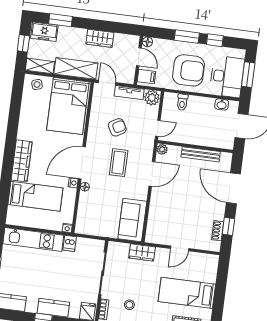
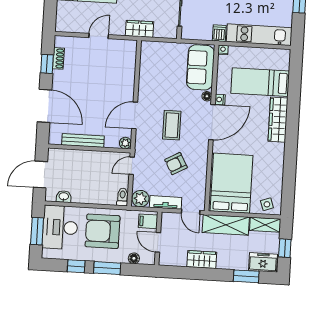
floor lamp: (147, 42) -> (134, 258), moved
toilet: (182, 102) -> (123, 197), moved
sofa: (132, 220) -> (200, 67), moved, turned 180

